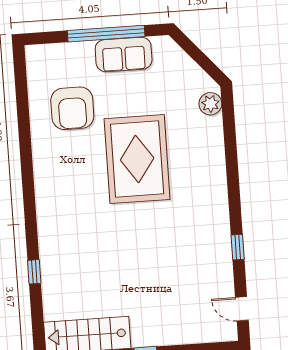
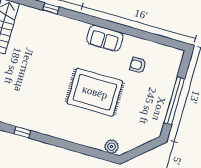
sofa: (124, 54) -> (105, 38), moved, turned -90
armchair: (72, 108) -> (138, 65), width x0.53, depth x0.53

